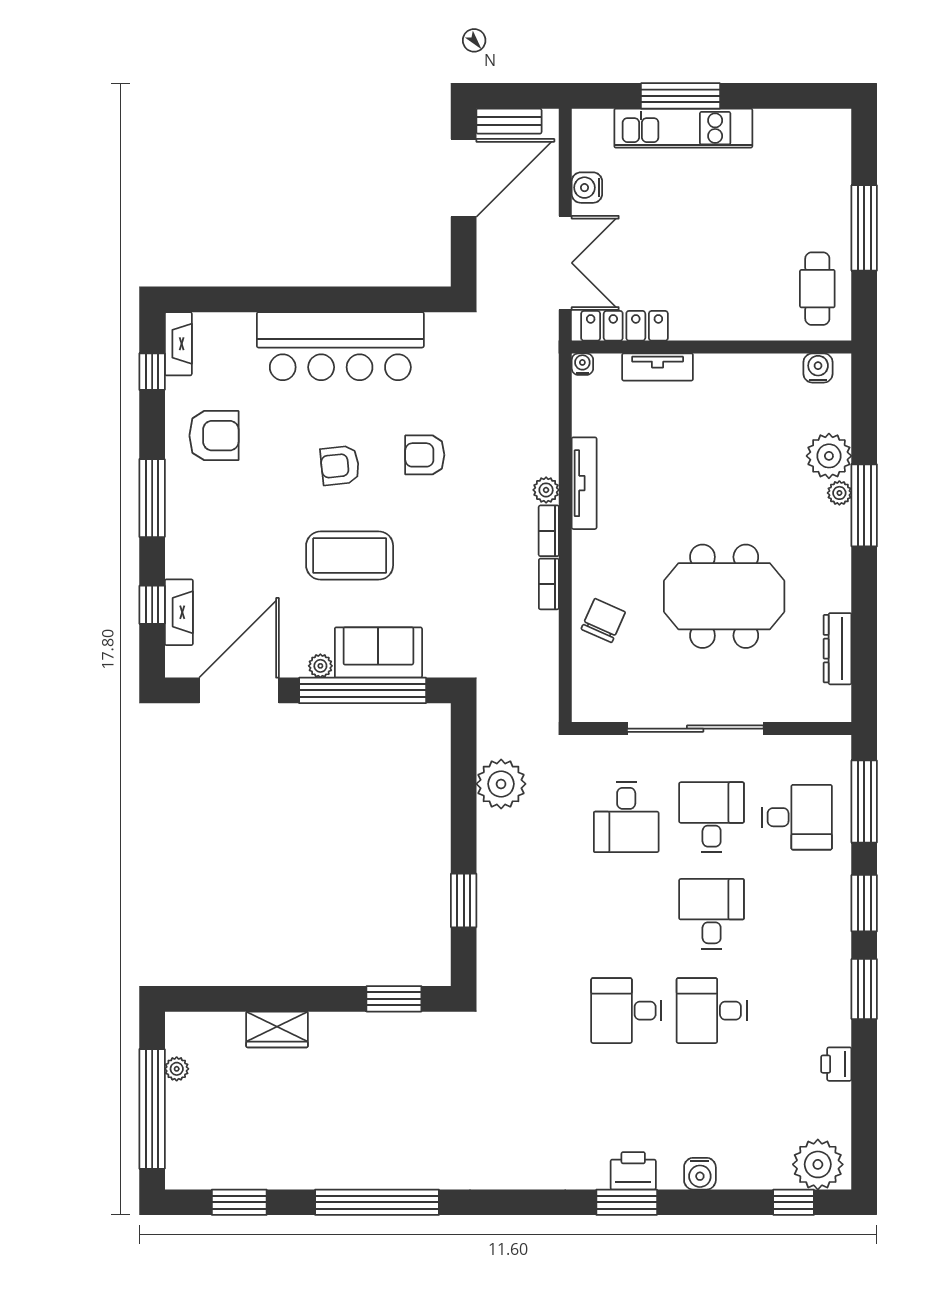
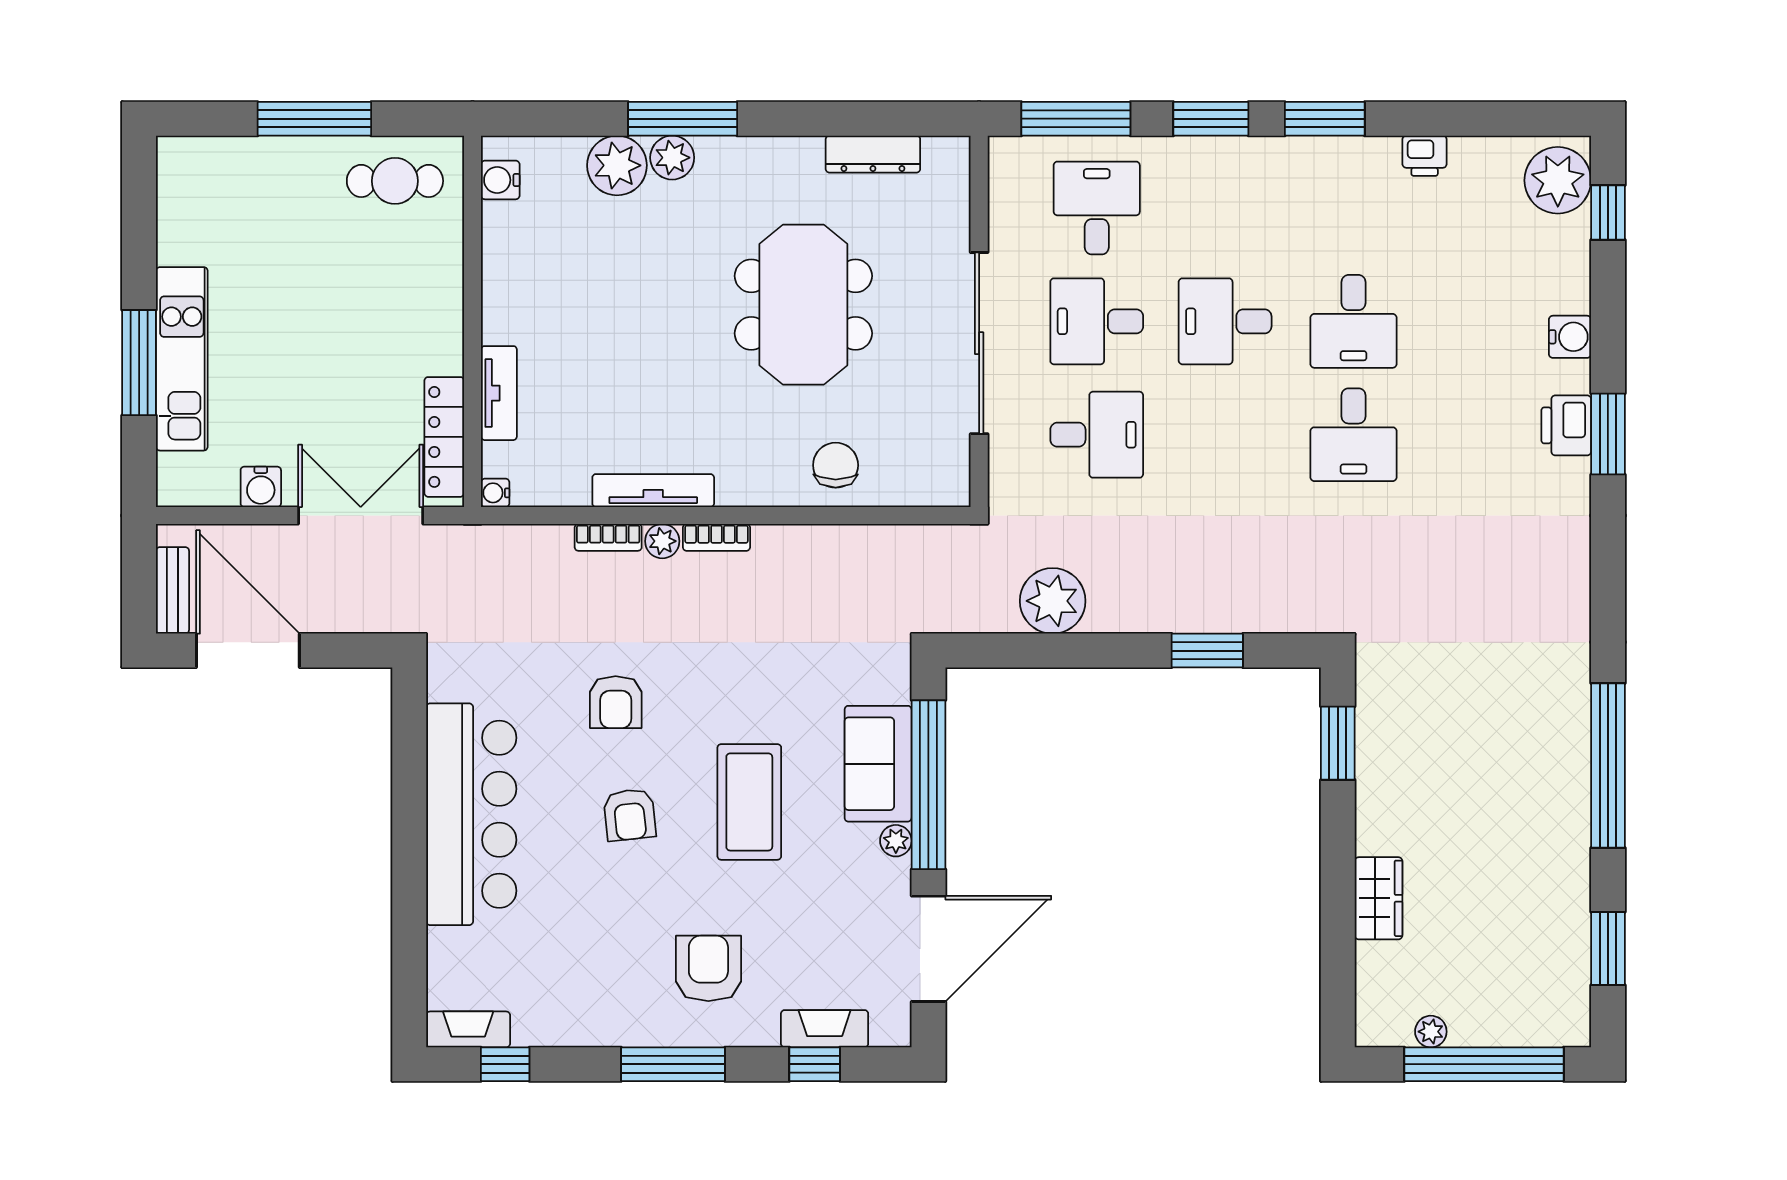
armchair: (214, 436) -> (708, 968), moved
plant: (839, 493) -> (672, 158), width x1.38, depth x1.38
bookcase: (549, 584) -> (608, 537), moved
chair: (603, 621) -> (836, 465), turned 66
door: (239, 690) -> (928, 949), swing flipped

